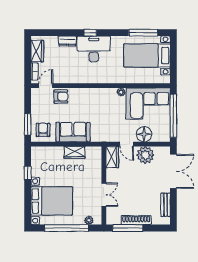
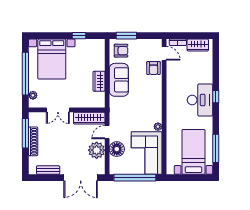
dresser: (67, 41) -> (208, 74), removed
wardrobe: (112, 157) -> (89, 118), width x1.50

